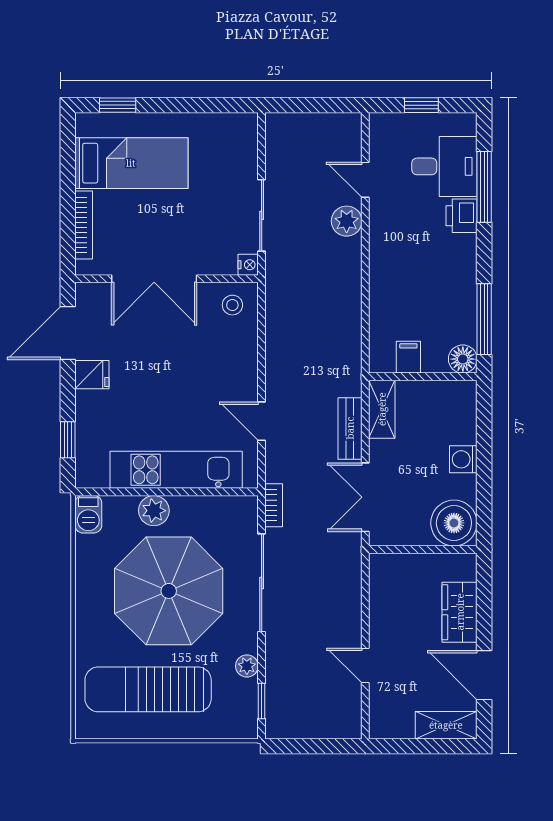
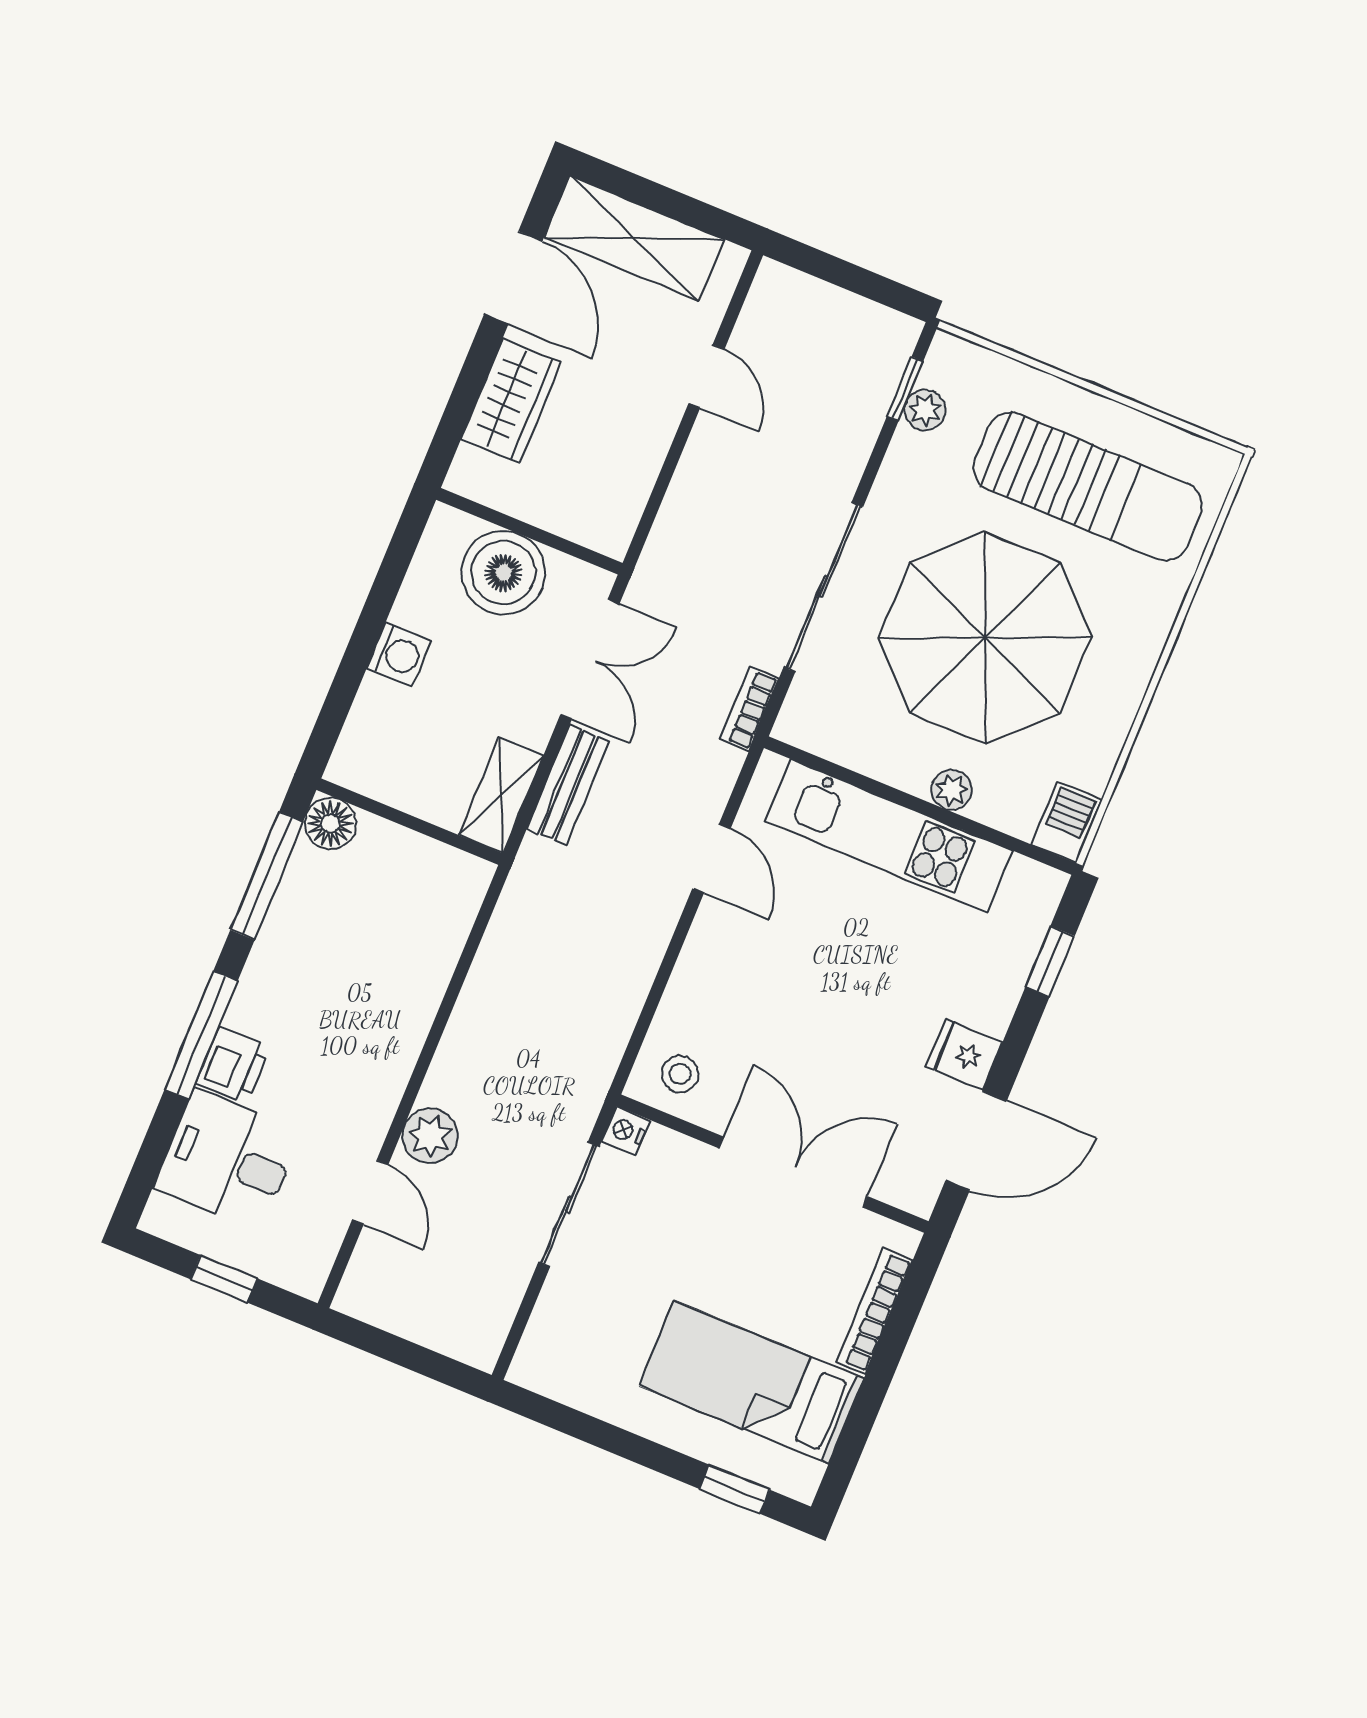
window: (484, 187) -> (201, 1035), moved
filing cabinet: (408, 357) -> (420, 864), removed
plant: (154, 511) -> (951, 790), width x0.73, depth x0.73
boiler: (454, 523) -> (503, 573), moved
plant: (247, 666) -> (925, 410), moved
shelving: (446, 725) -> (634, 238), width x1.50, depth x1.33

